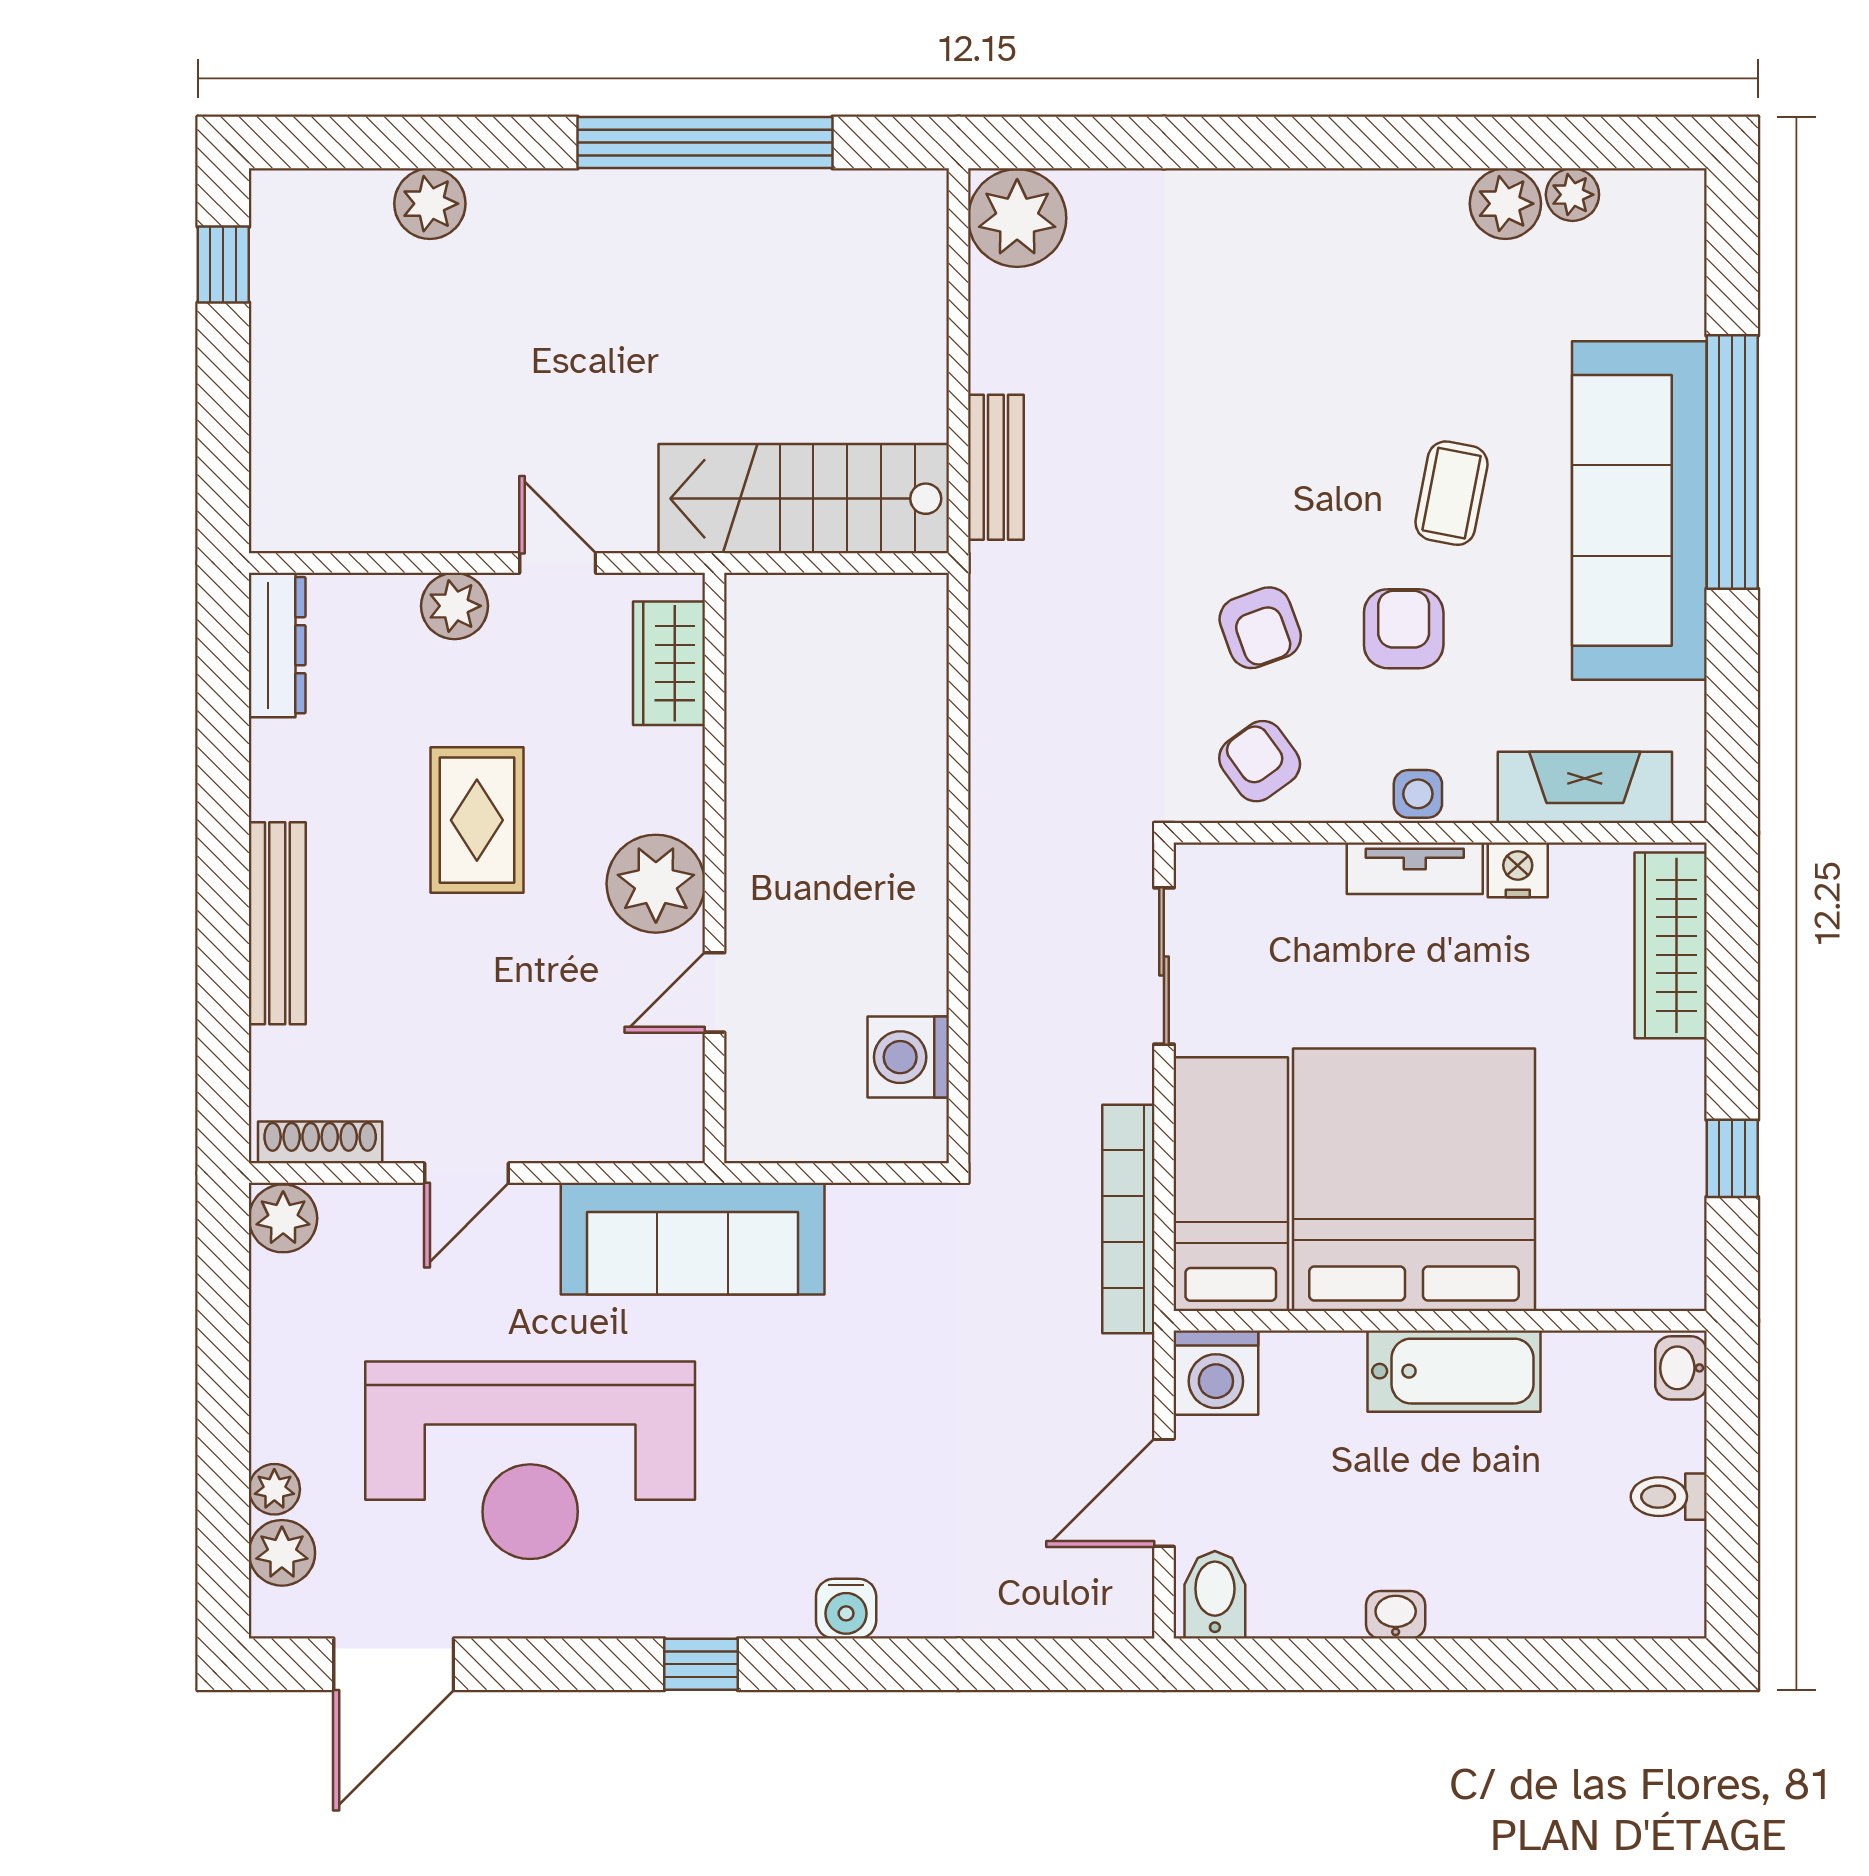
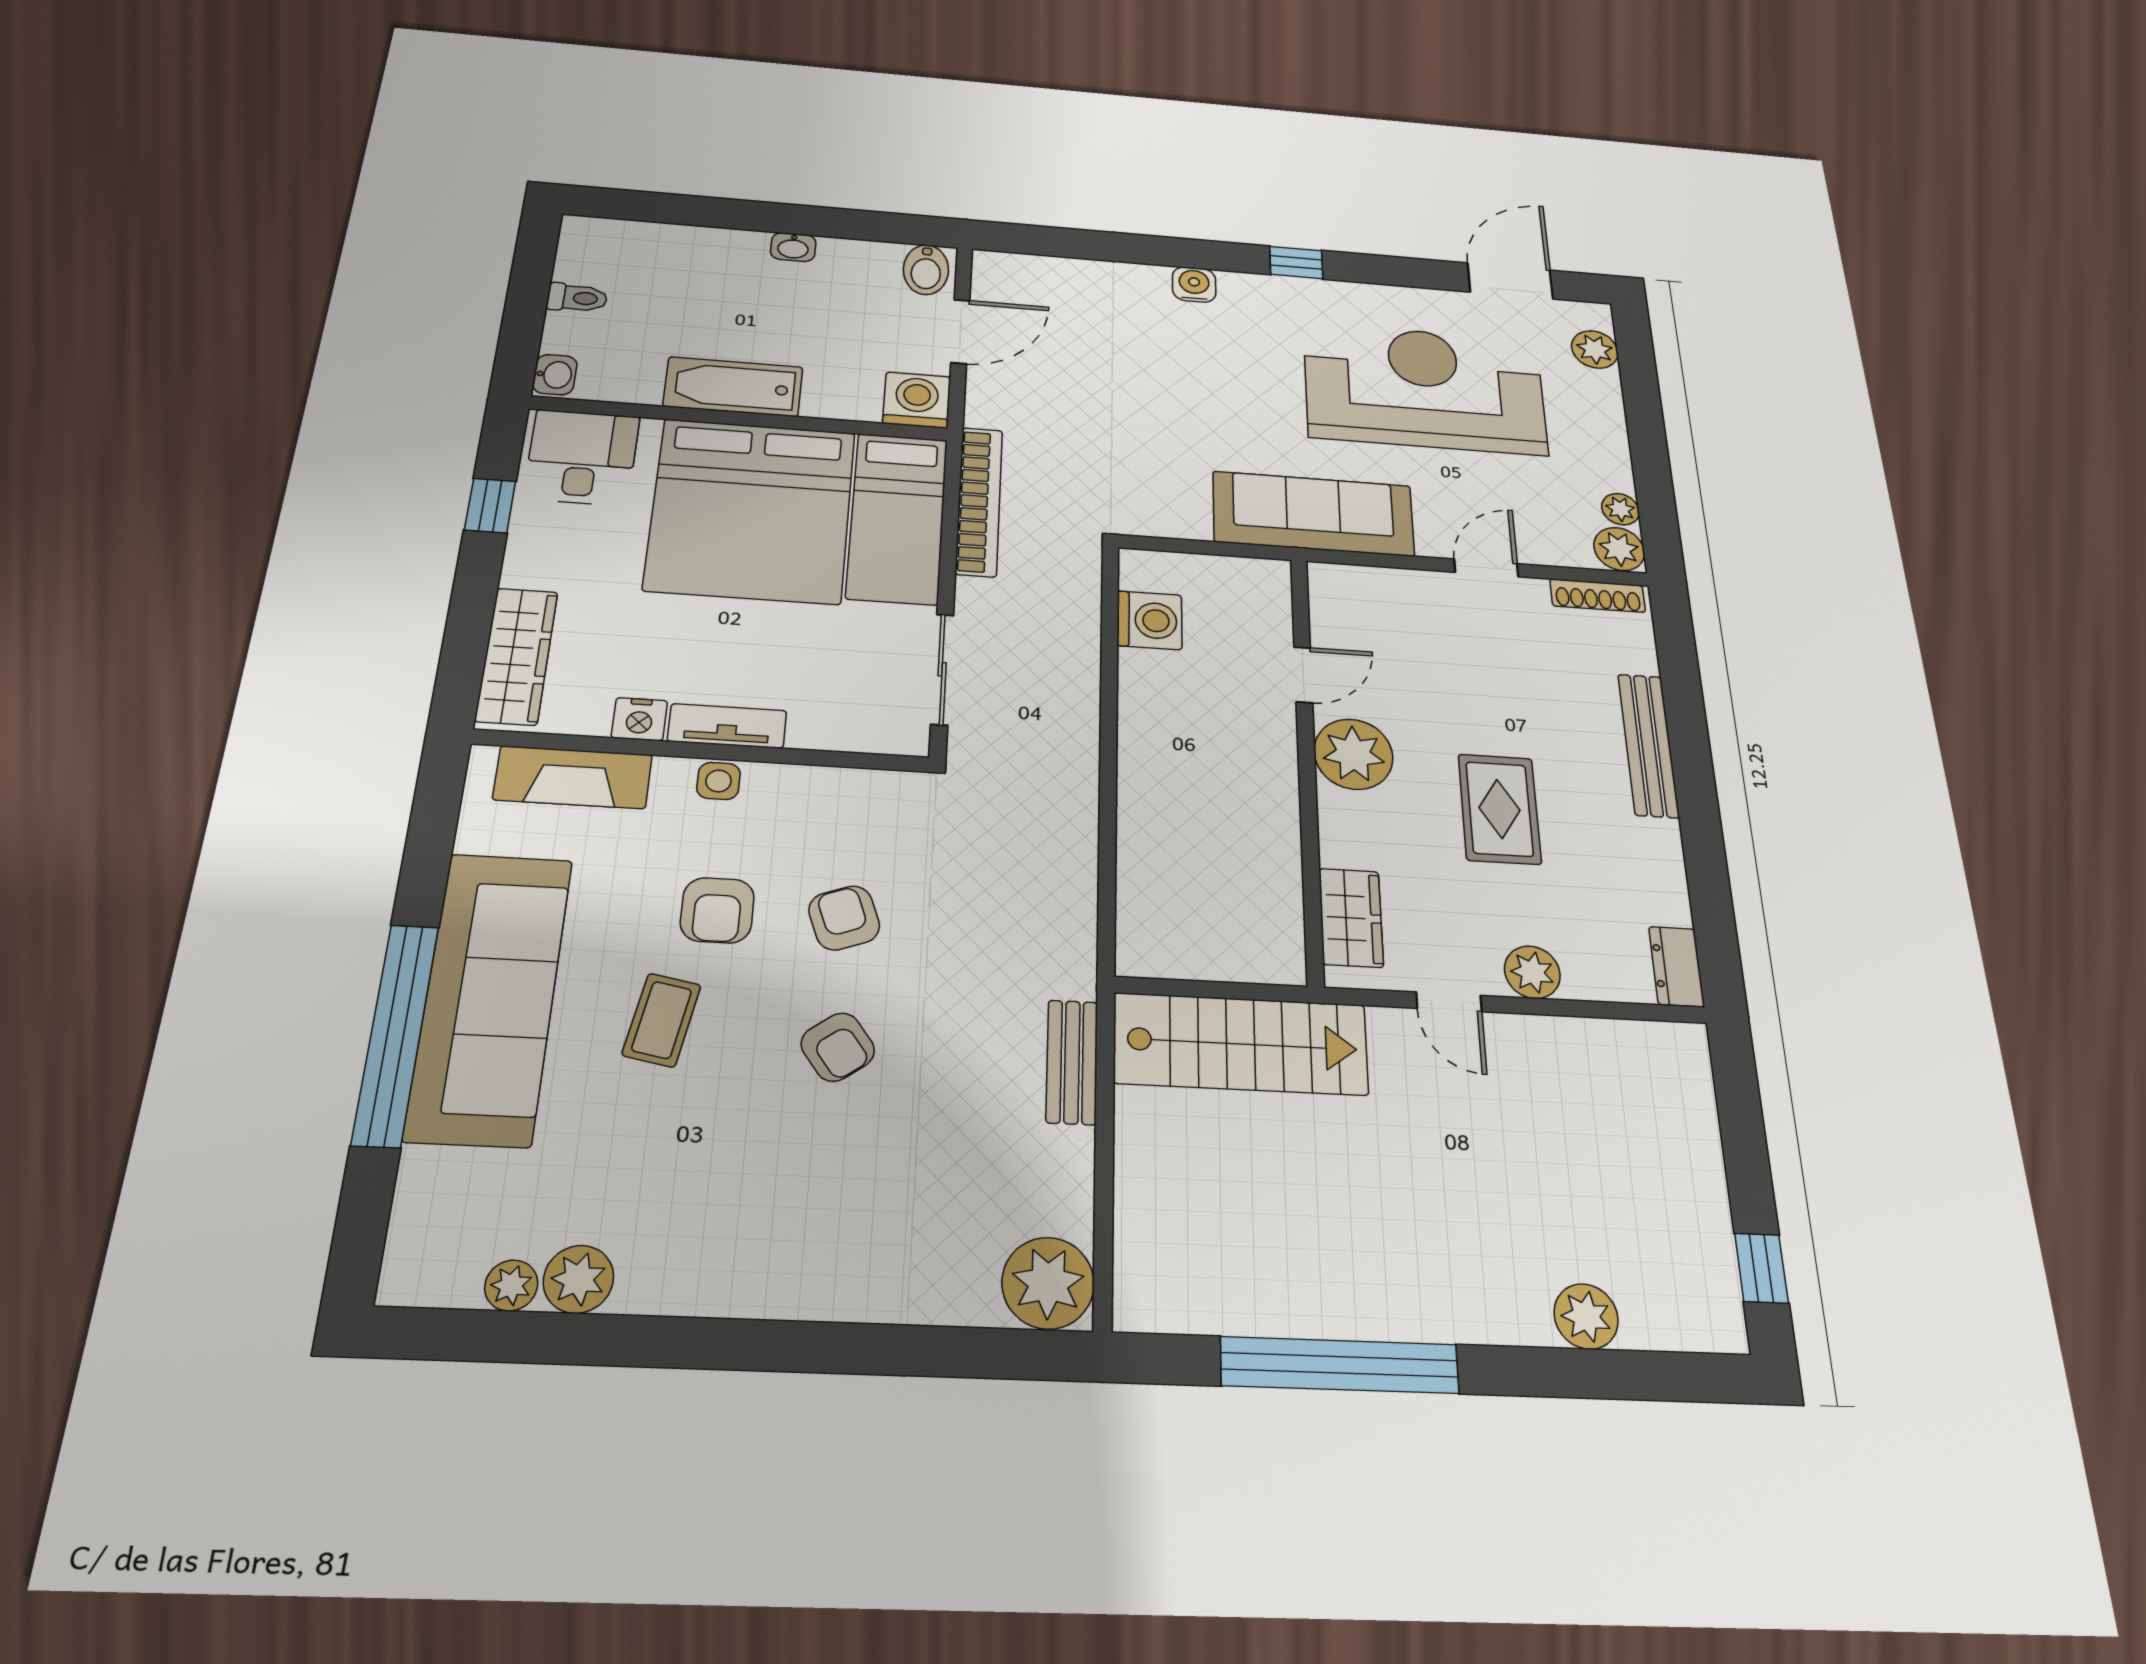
dresser: (277, 645) -> (1677, 966), width x0.70
armchair: (1260, 761) -> (838, 1047), moved
desk: (1631, 1241) -> (582, 457), added
plant: (274, 1489) -> (1620, 509), moved

